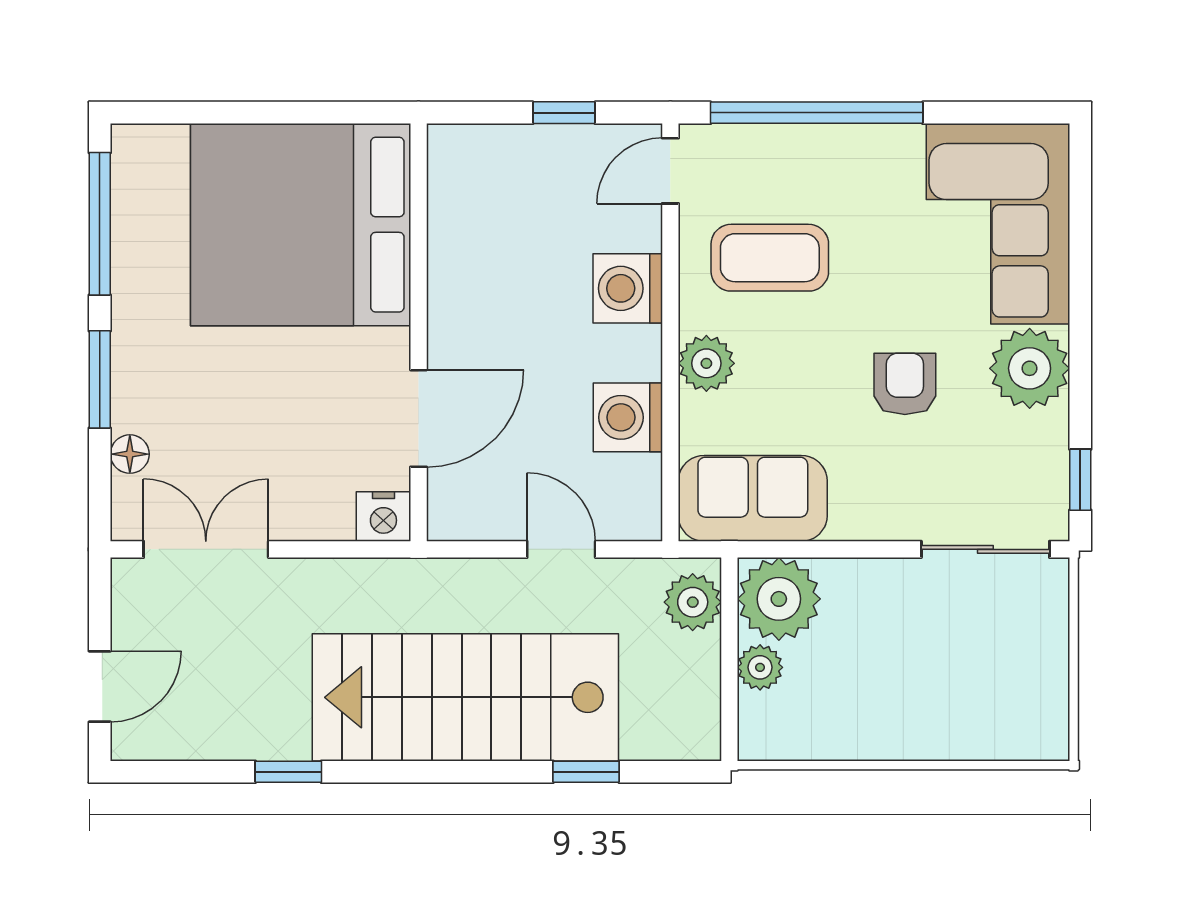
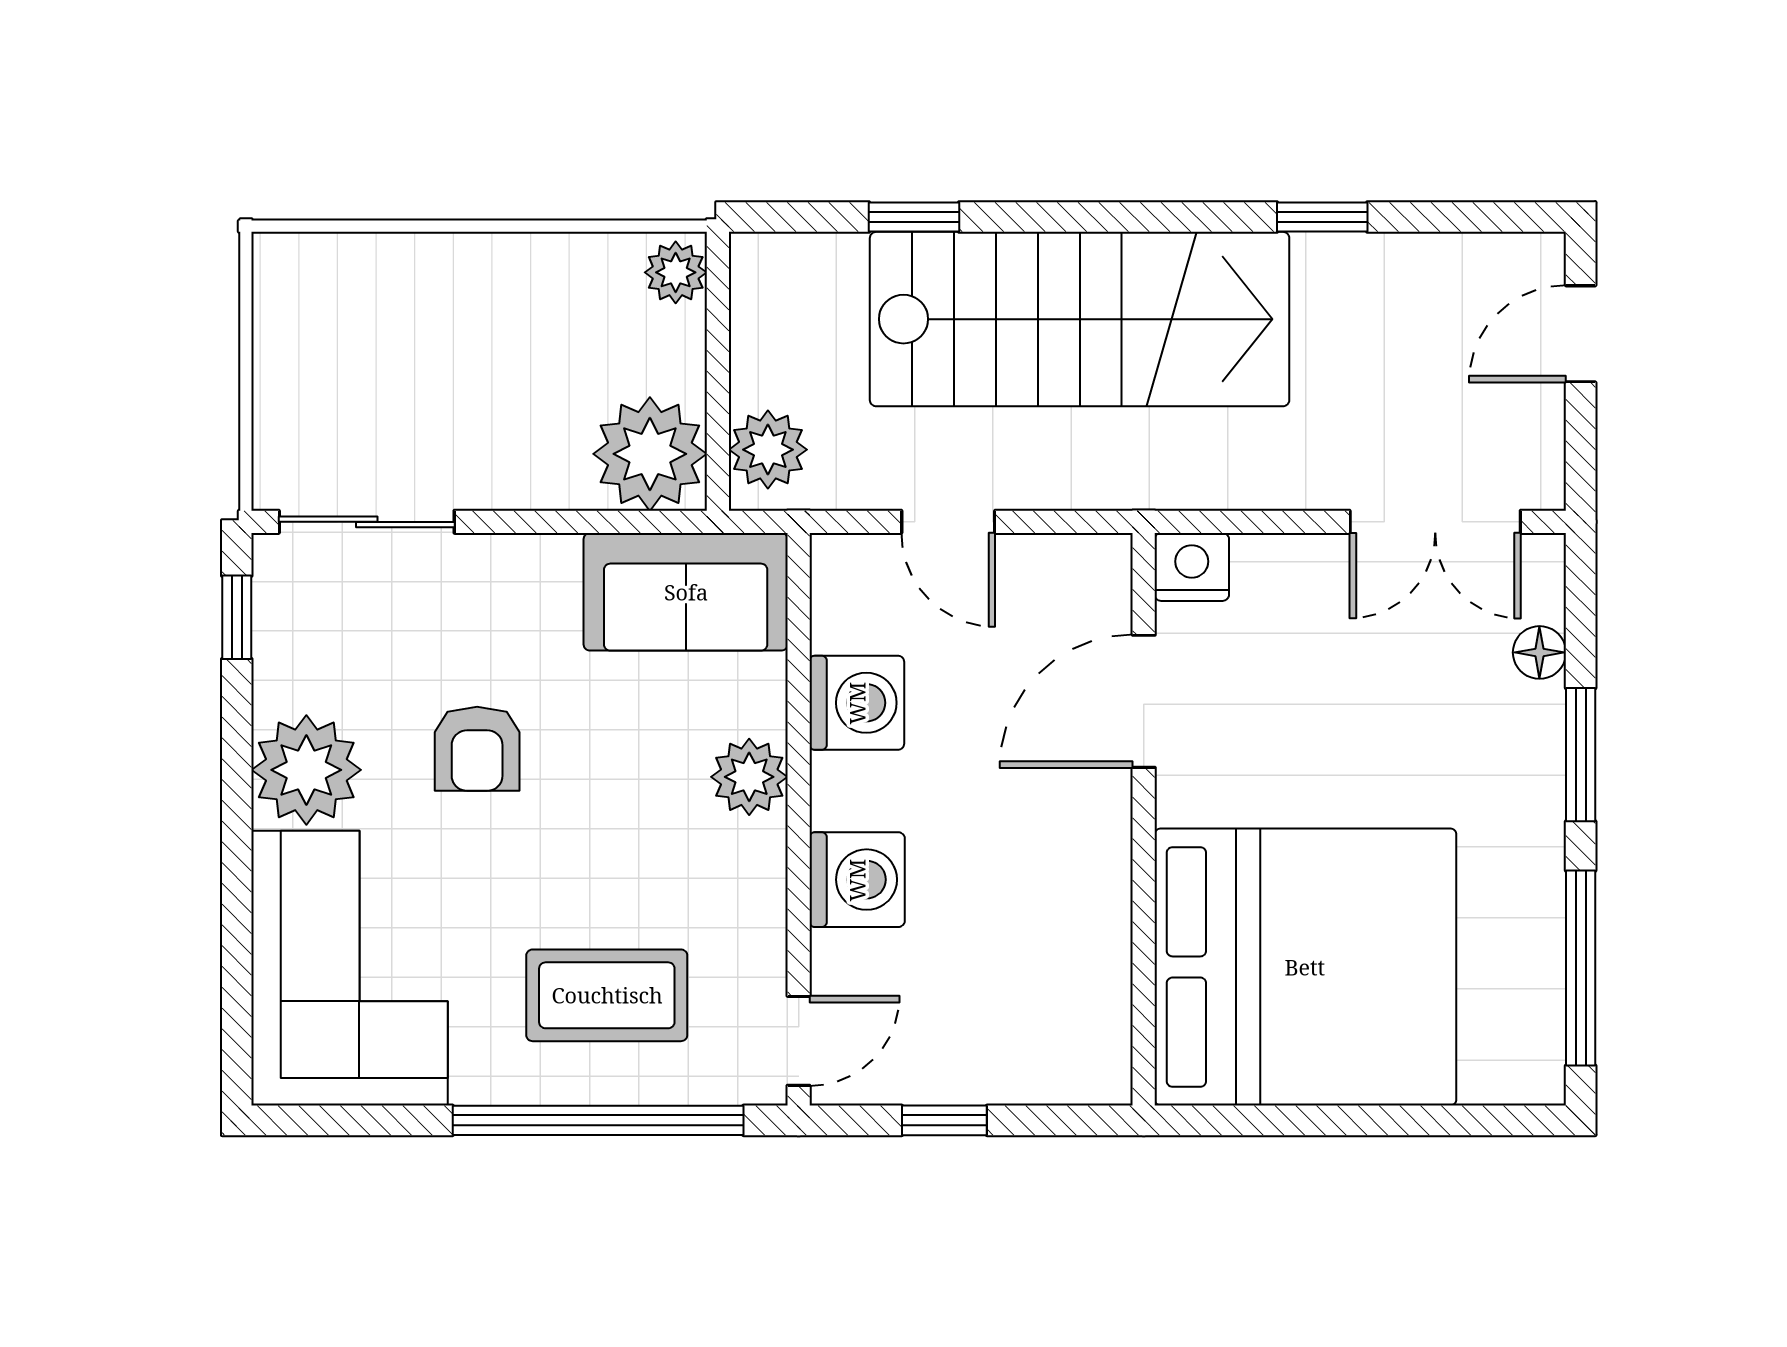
coffee table: (770, 258) -> (607, 995), moved
plant: (760, 667) -> (676, 272), moved

